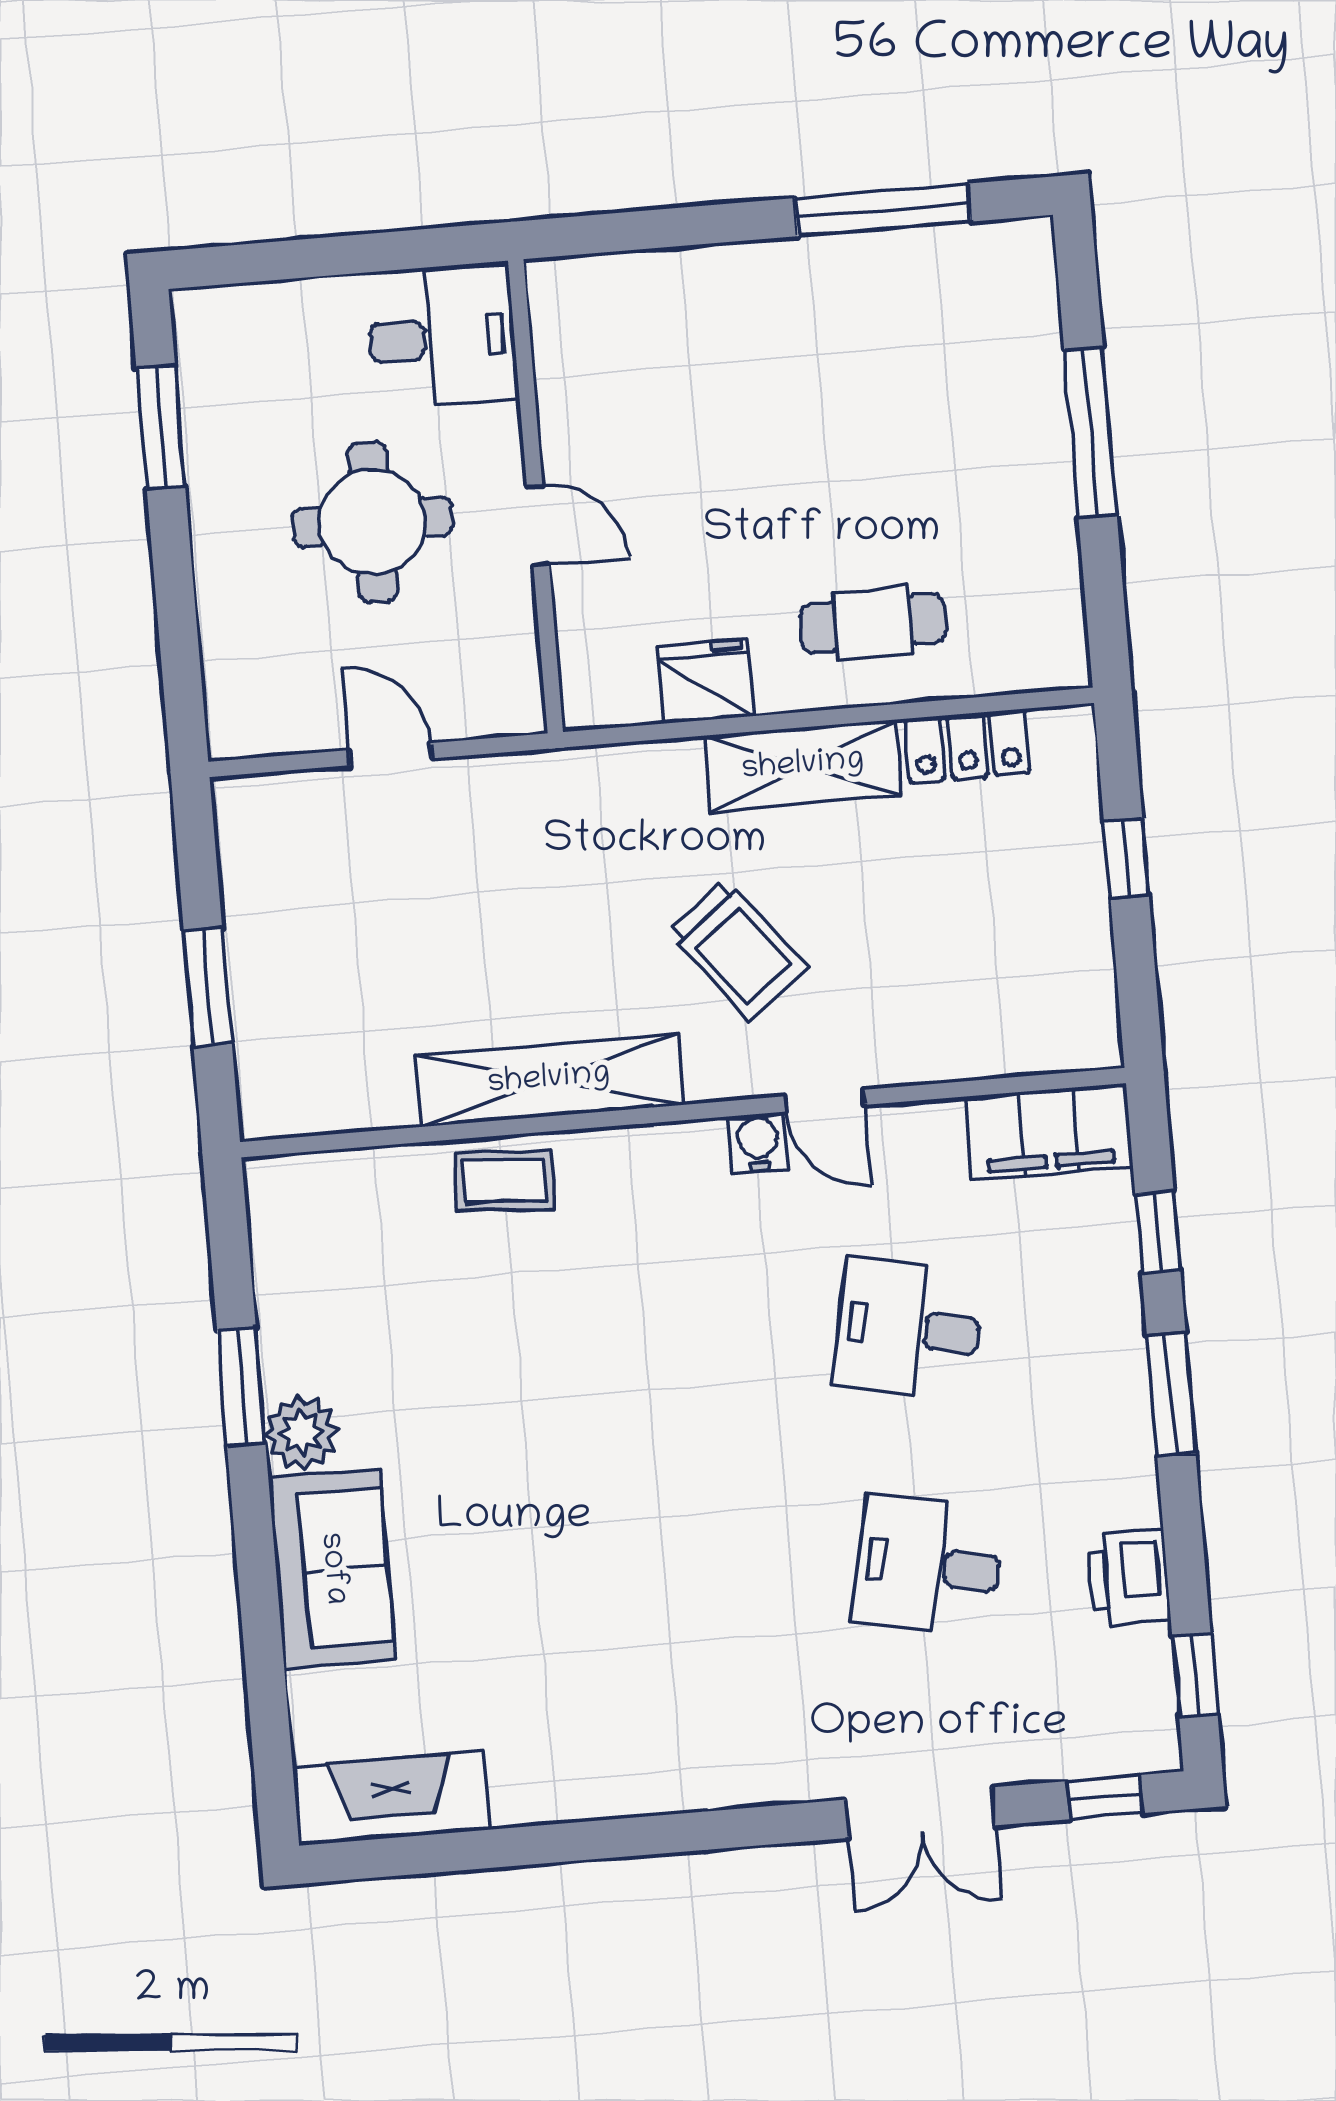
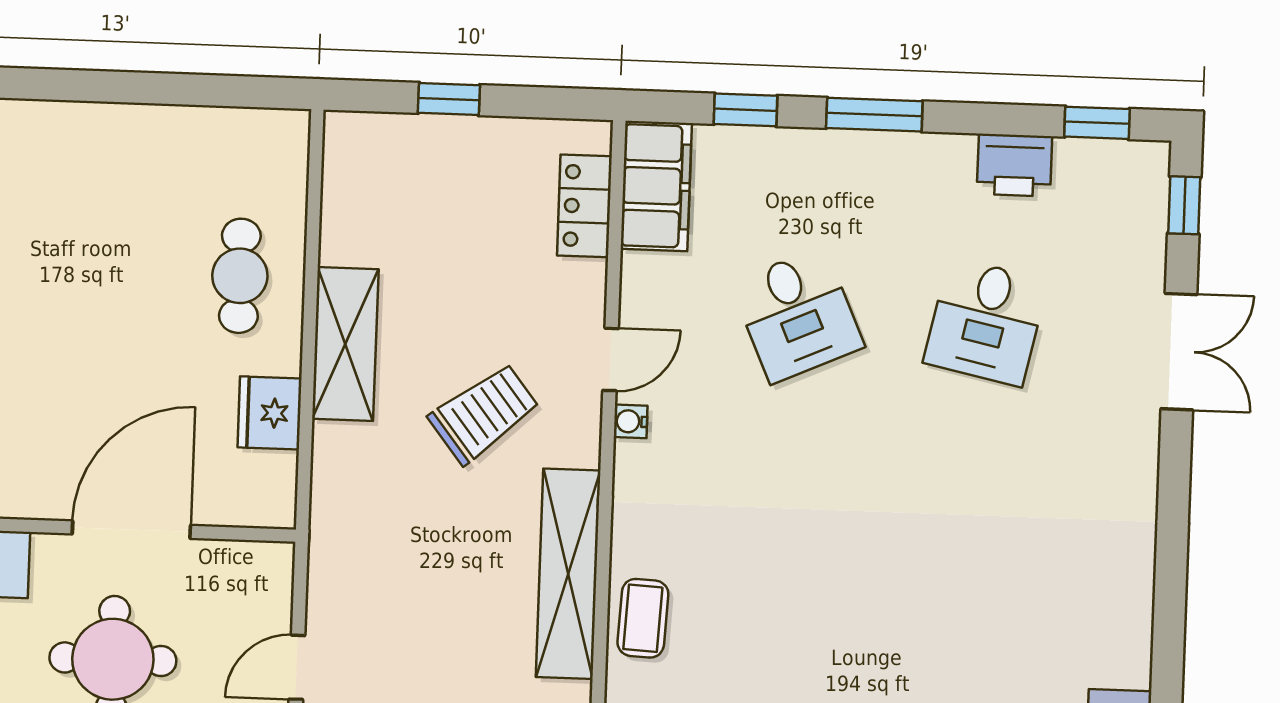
window: (1091, 433) -> (111, 87), removed
door: (538, 526) -> (131, 530), width x1.88
locker: (967, 746) -> (584, 206), moved, turned 180
water cooler: (758, 1143) -> (631, 421), width x0.72, depth x0.72
desk: (909, 1328) -> (797, 315), turned -36

